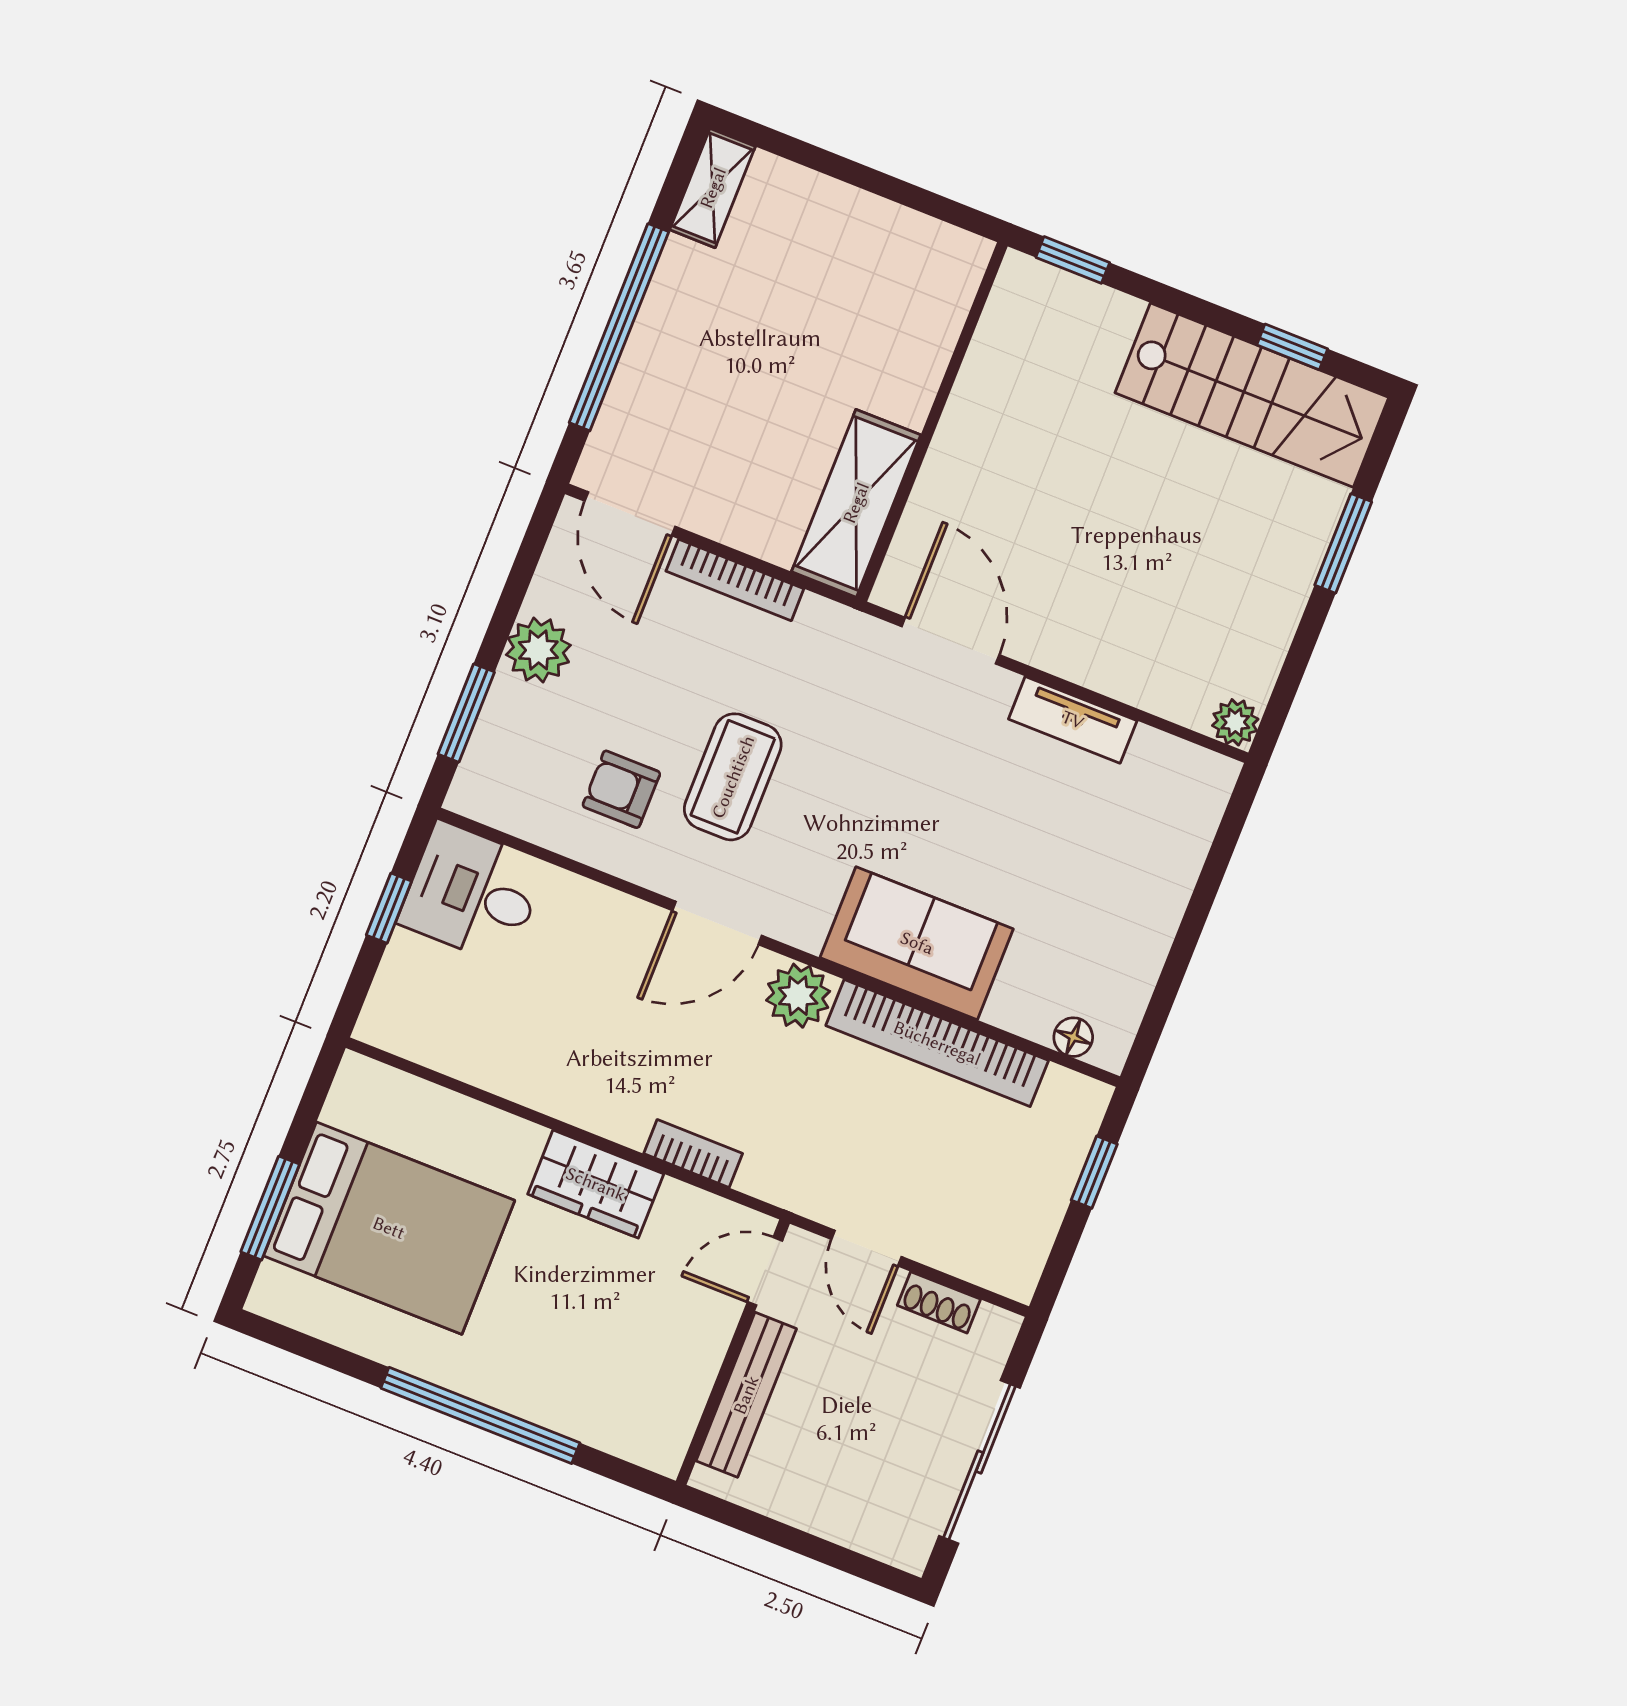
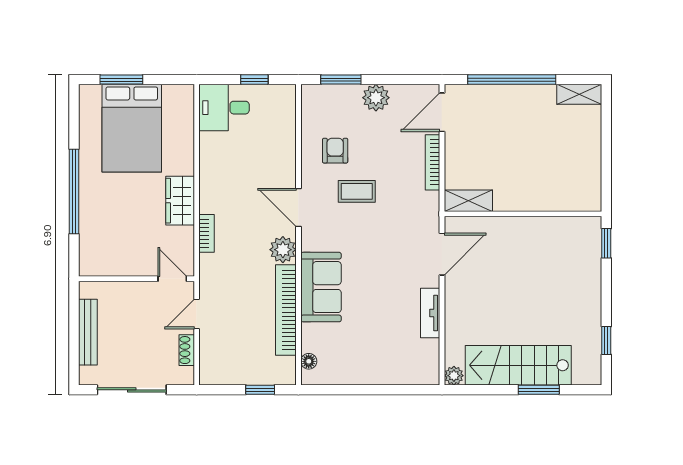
stairs: (1252, 395) -> (518, 365), moved, turned 90
shelving: (856, 503) -> (468, 201), width x0.67, depth x0.75
coffee table: (733, 777) -> (357, 191), width x0.73, depth x0.77
desk: (473, 893) -> (224, 108), moved, turned -90
bench: (746, 1395) -> (88, 332), moved, turned 90

